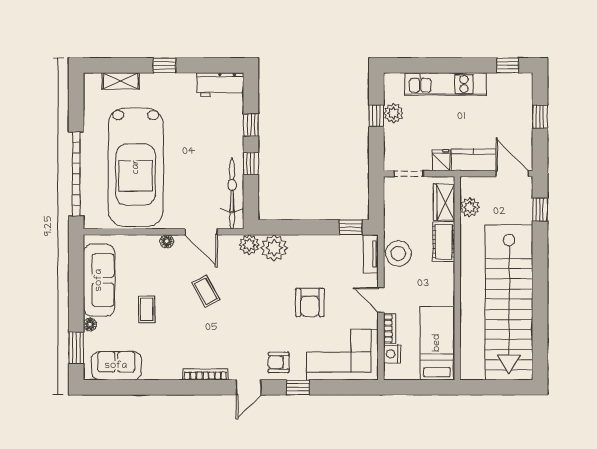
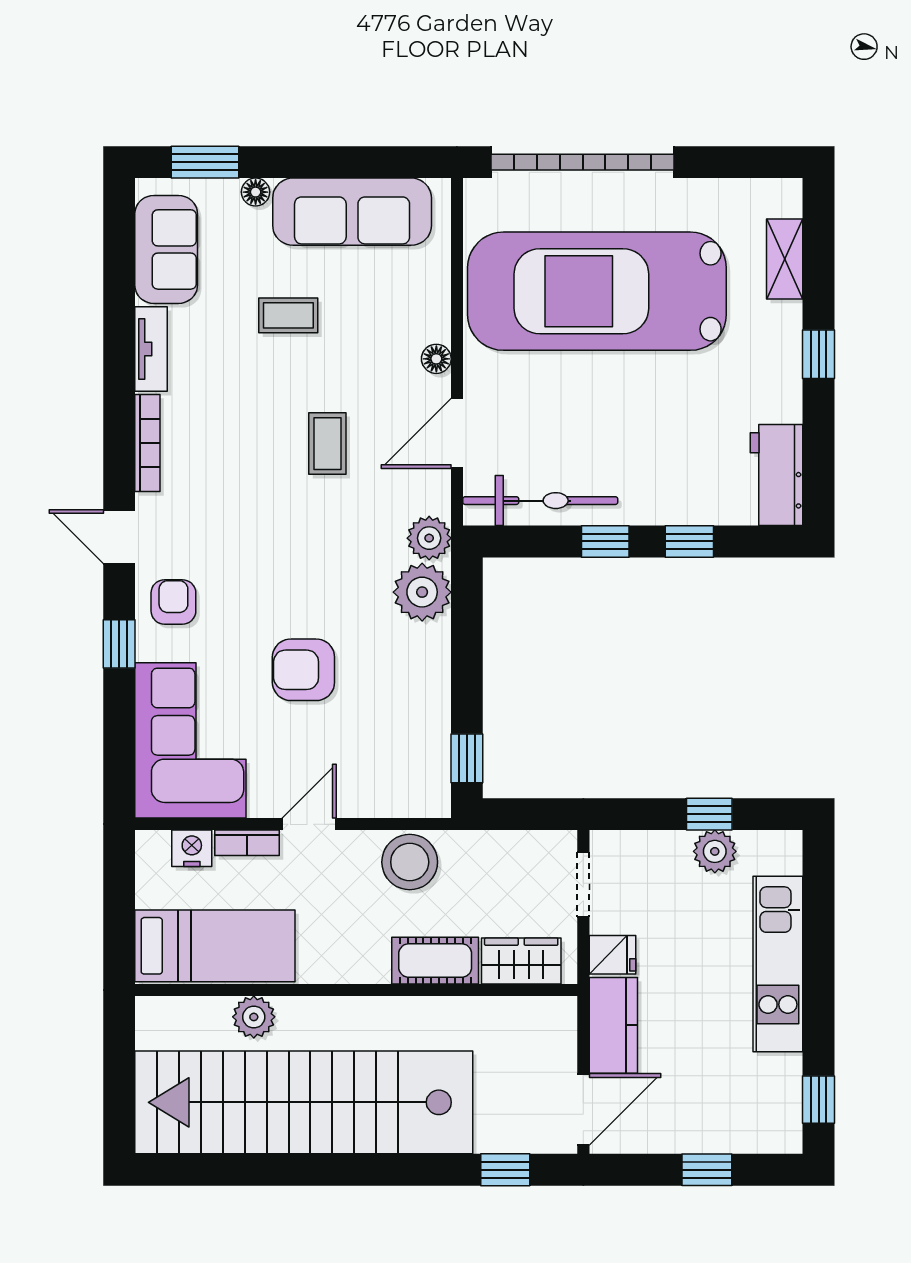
plant: (470, 207) -> (254, 1017), moved
tv unit: (371, 254) -> (151, 349), moved, turned 90
coffee table: (206, 291) -> (327, 444), turned -62

